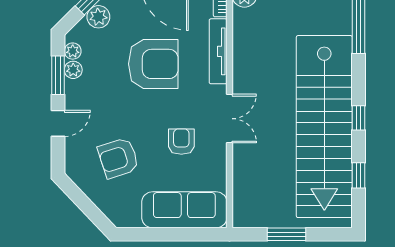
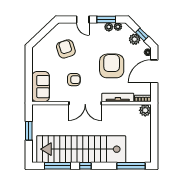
armchair: (153, 64) -> (112, 66), turned 180
double door: (229, 119) -> (85, 103), width x1.37
window: (358, 175) -> (57, 166), width x2.17
sofa: (184, 210) -> (41, 87), width x0.73

